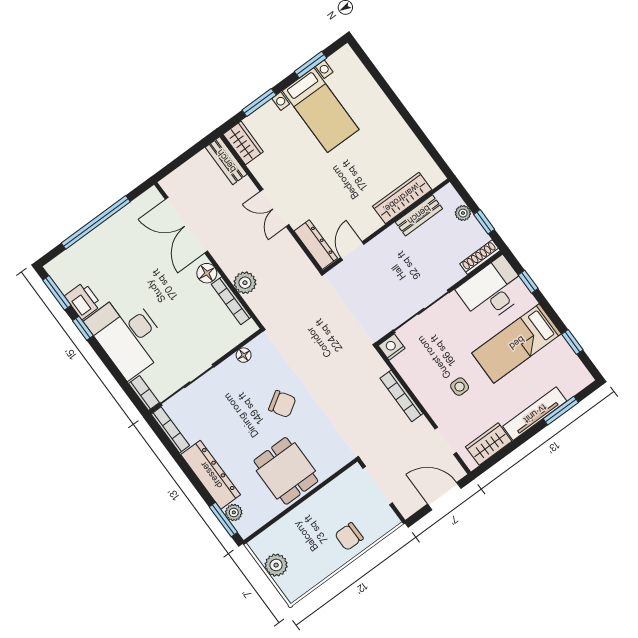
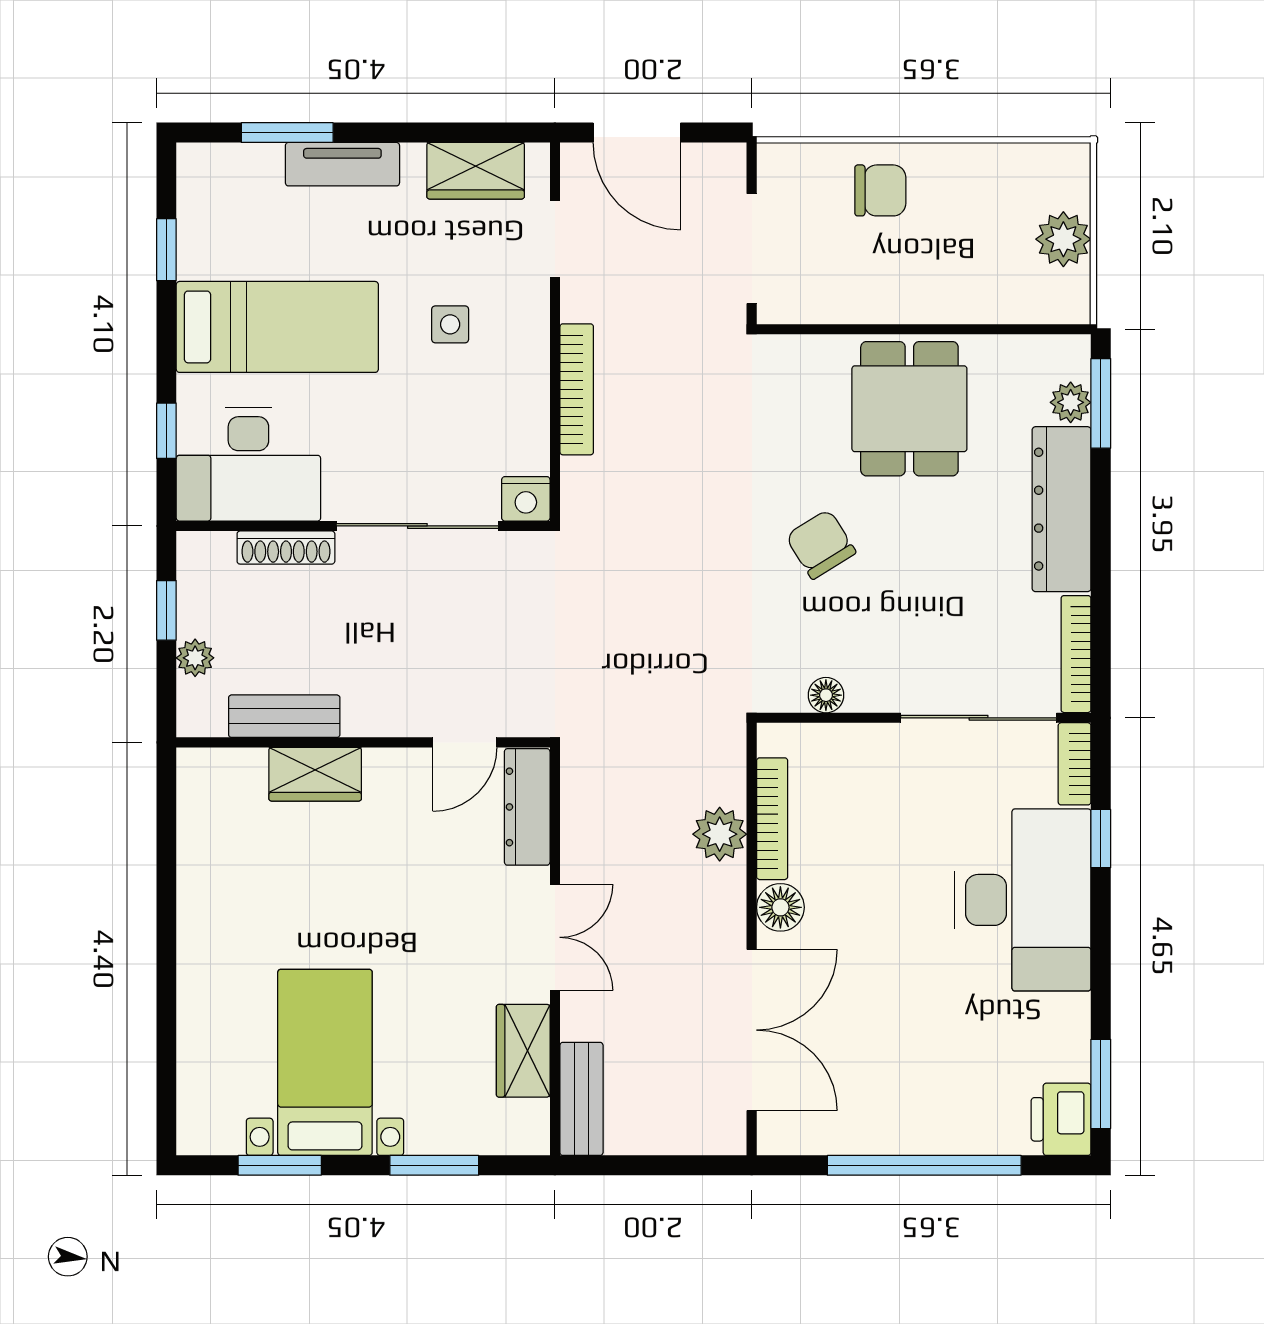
wardrobe: (243, 143) -> (523, 1051), moved
wardrobe: (402, 198) -> (315, 774), width x0.67
shoe rack: (480, 257) -> (286, 548), moved
printer: (83, 301) -> (1061, 1119), moved
window: (83, 328) -> (1101, 839), moved
tv unit: (535, 414) -> (342, 164), width x0.71

